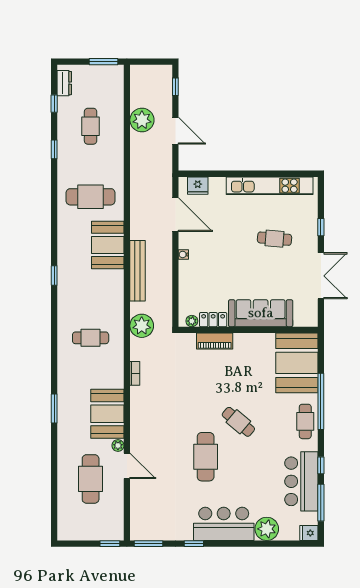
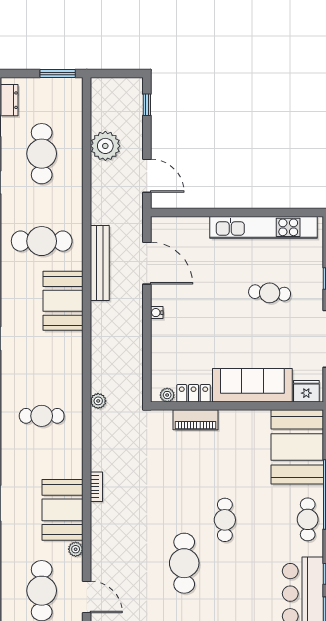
cafe table: (91, 126) -> (42, 154), width x1.37, depth x1.35
door: (175, 131) -> (147, 176), moved
fridge: (198, 186) -> (306, 391), moved, turned 180
bench: (138, 271) -> (100, 263), moved
plant: (142, 326) -> (98, 401), width x0.53, depth x0.53
bookcase: (135, 373) -> (96, 487), moved
cafe table: (238, 422) -> (225, 520), turned 50
door: (127, 466) -> (87, 597), moved

